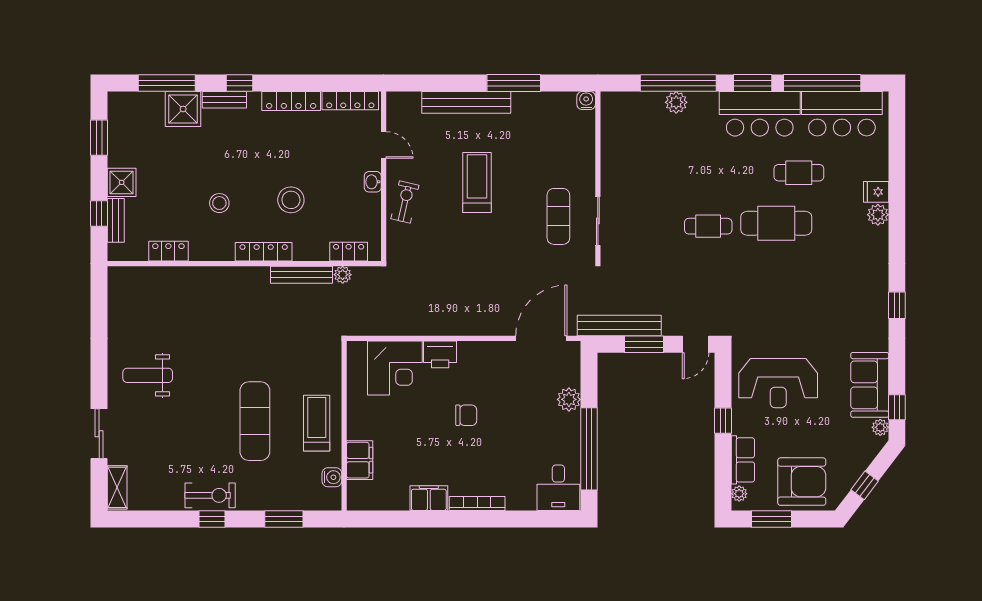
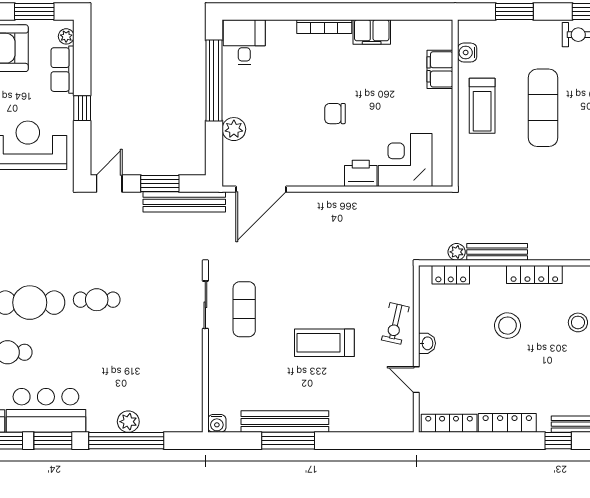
bench: (466, 102) -> (285, 422), moved
treadmill: (477, 182) -> (324, 343), turned 90

